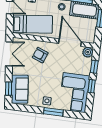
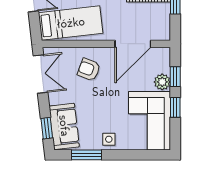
door: (70, 43) -> (133, 44), swing flipped
plant: (88, 52) -> (162, 82), moved
window: (53, 112) -> (86, 155), moved

